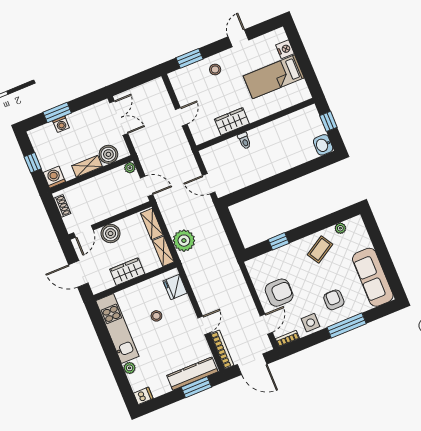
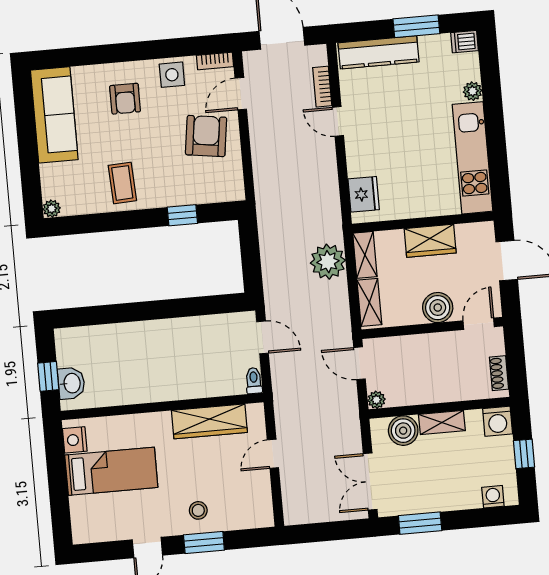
nightstand: (285, 49) -> (75, 440), moved
window: (189, 58) -> (204, 542), moved
window: (57, 113) -> (420, 523), moved
wardrobe: (232, 121) -> (209, 421), width x1.50
washing machine: (61, 124) -> (493, 497), moved
toilet: (244, 141) -> (254, 381), moved
washbasin: (323, 145) -> (71, 383), moved
plant: (340, 228) -> (52, 209), moved
coffee table: (320, 249) -> (122, 183), turned -62
armchair: (279, 293) -> (206, 136), turned 98
stool: (156, 316) -> (406, 159), removed
door: (204, 325) -> (338, 121), hinge flipped
window: (347, 326) -> (118, 53), removed
bookcase: (222, 349) -> (322, 87), width x0.64
window: (196, 387) -> (416, 26), moved

